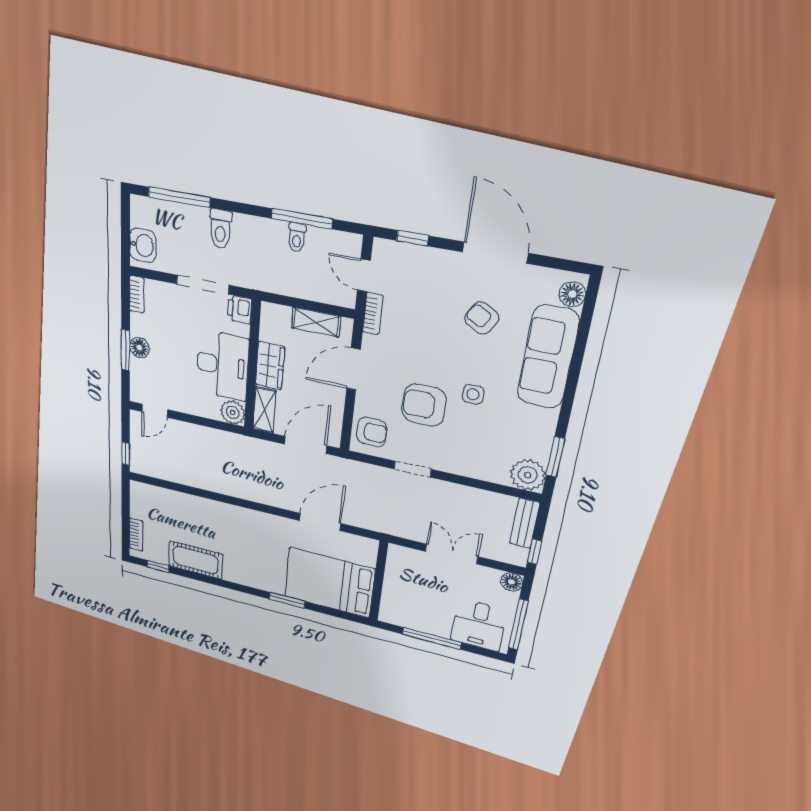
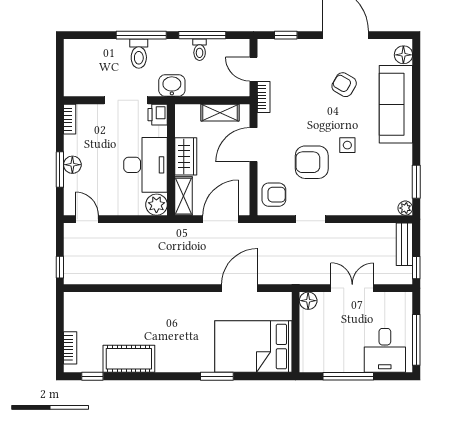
window: (179, 197) -> (141, 35), moved
washbasin: (143, 245) -> (172, 85), moved, turned -90
door: (155, 411) -> (87, 219), swing flipped
plant: (528, 475) -> (405, 208), width x0.53, depth x0.53
floor lamp: (511, 582) -> (308, 301), moved

